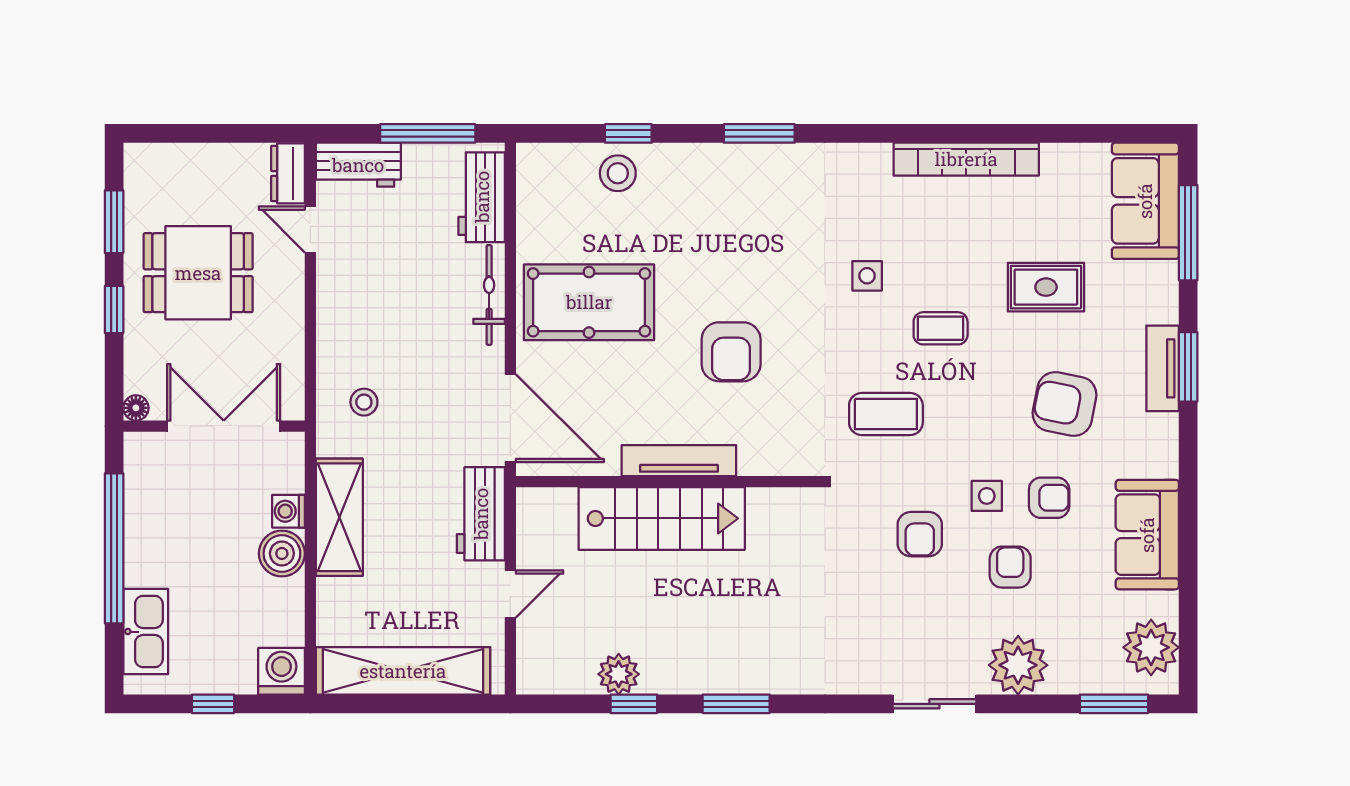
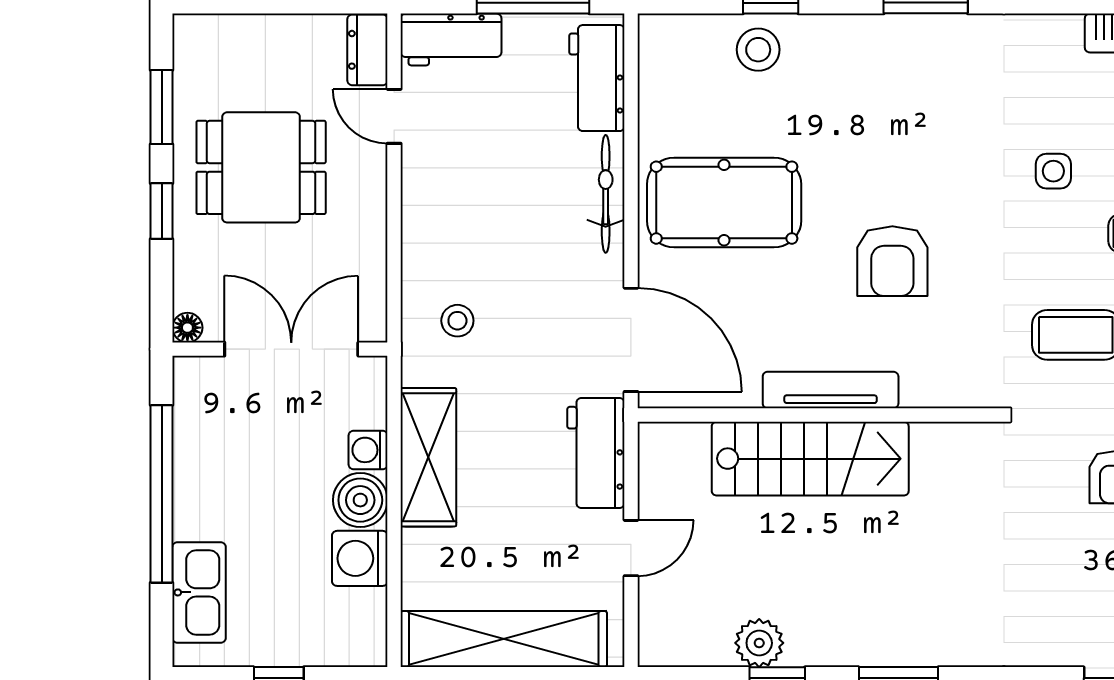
washing machine: (281, 671) -> (360, 558), moved, turned -90

